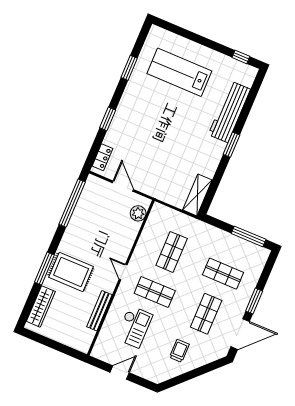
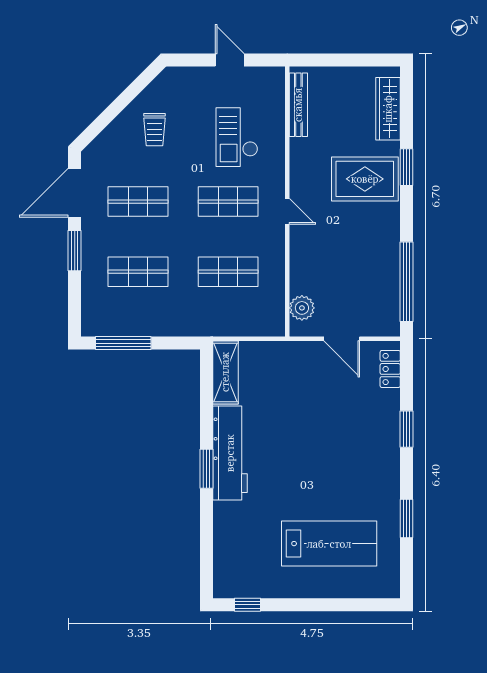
workbench: (229, 112) -> (230, 453), moved
shop shelf: (172, 252) -> (228, 272), turned 90
window: (44, 269) -> (406, 167), width x0.69
bench: (99, 311) -> (298, 105), moved
shop shelf: (206, 314) -> (138, 202), turned 90
door: (120, 372) -> (230, 60), swing flipped

